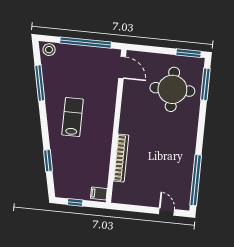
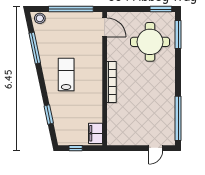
bookcase: (121, 158) -> (112, 82), moved
filing cabinet: (99, 194) -> (96, 133), width x2.00
door: (167, 212) -> (156, 148), swing flipped

